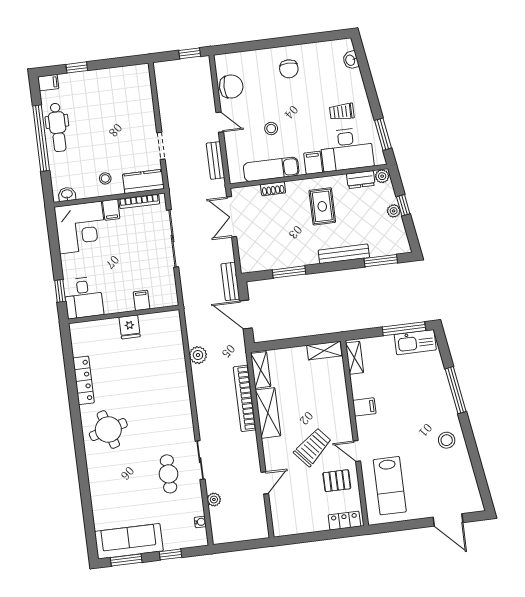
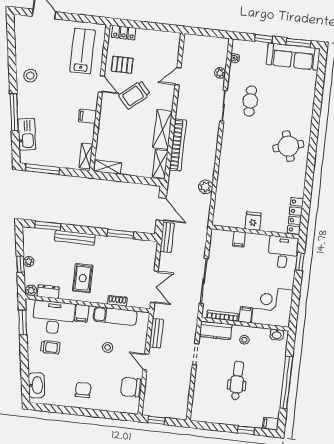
washbasin: (351, 60) -> (36, 385), width x1.91, depth x1.45
dental chair: (58, 127) -> (237, 381), moved
kitchen sink: (415, 342) -> (27, 134), moved, turned 81
locker: (83, 380) -> (295, 216), moved

